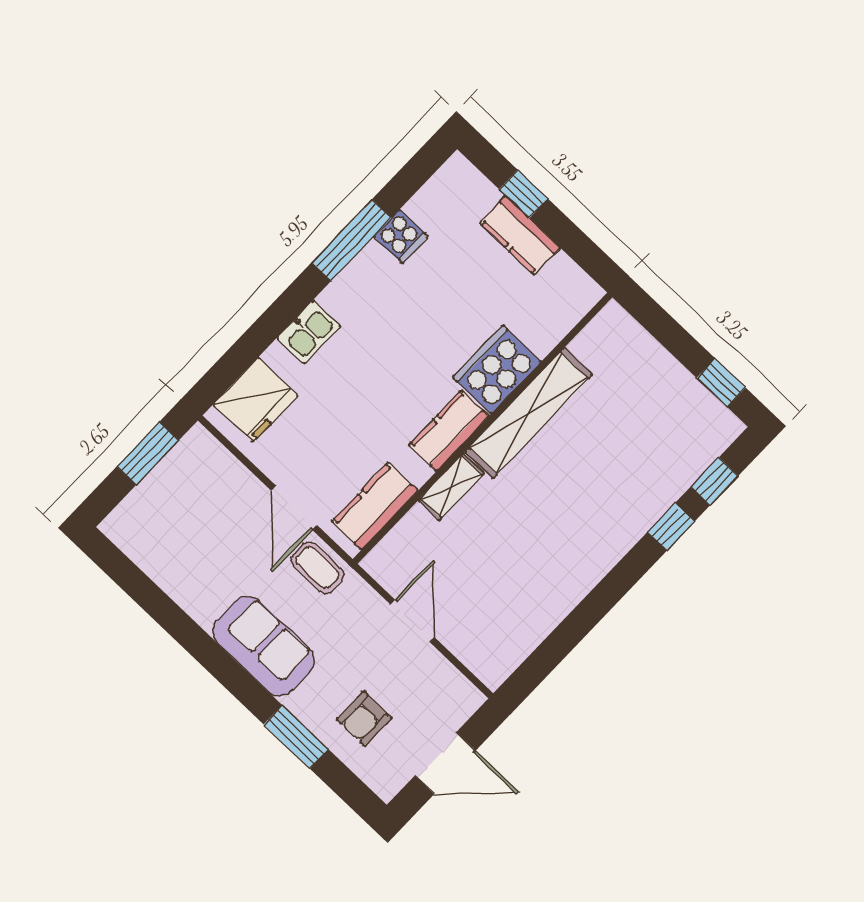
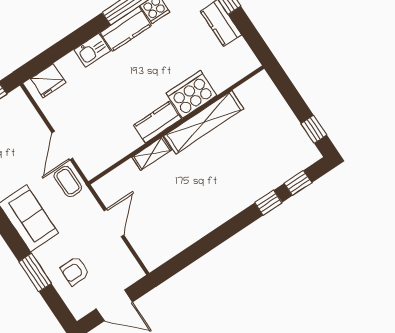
fridge: (256, 400) -> (48, 81), width x0.73, depth x0.75
kitchen counter: (375, 506) -> (126, 29), moved, turned 180

